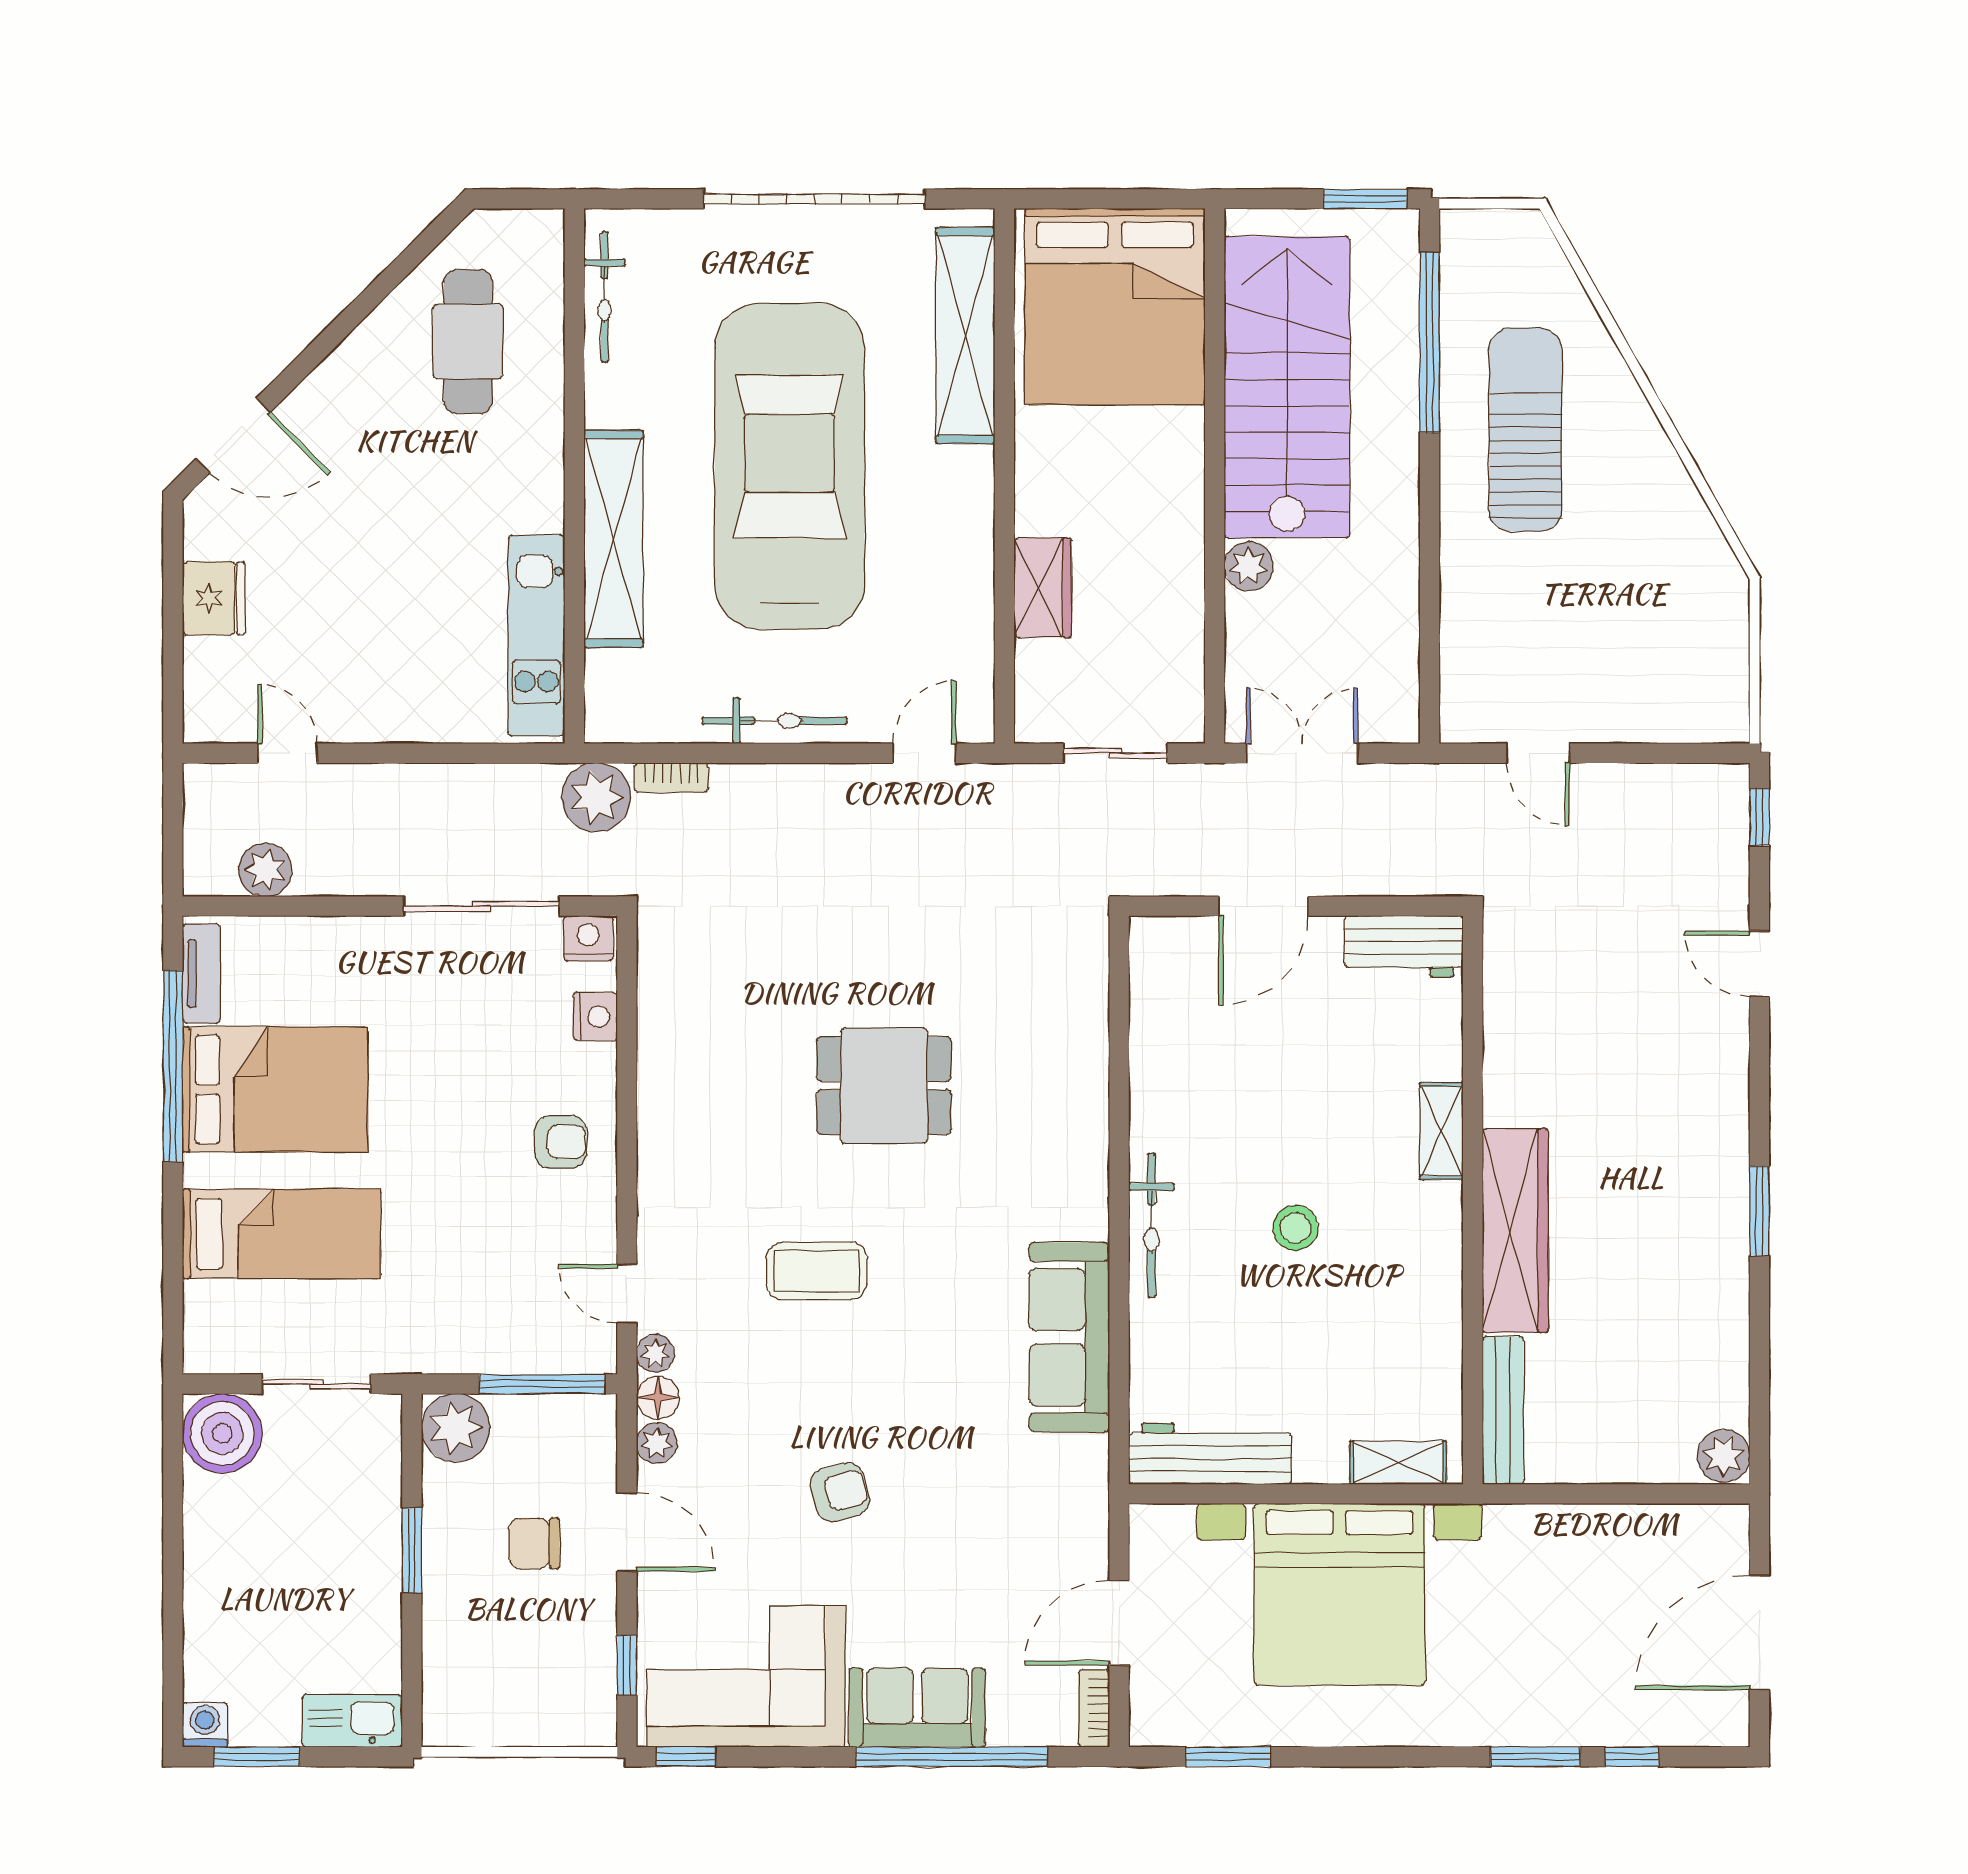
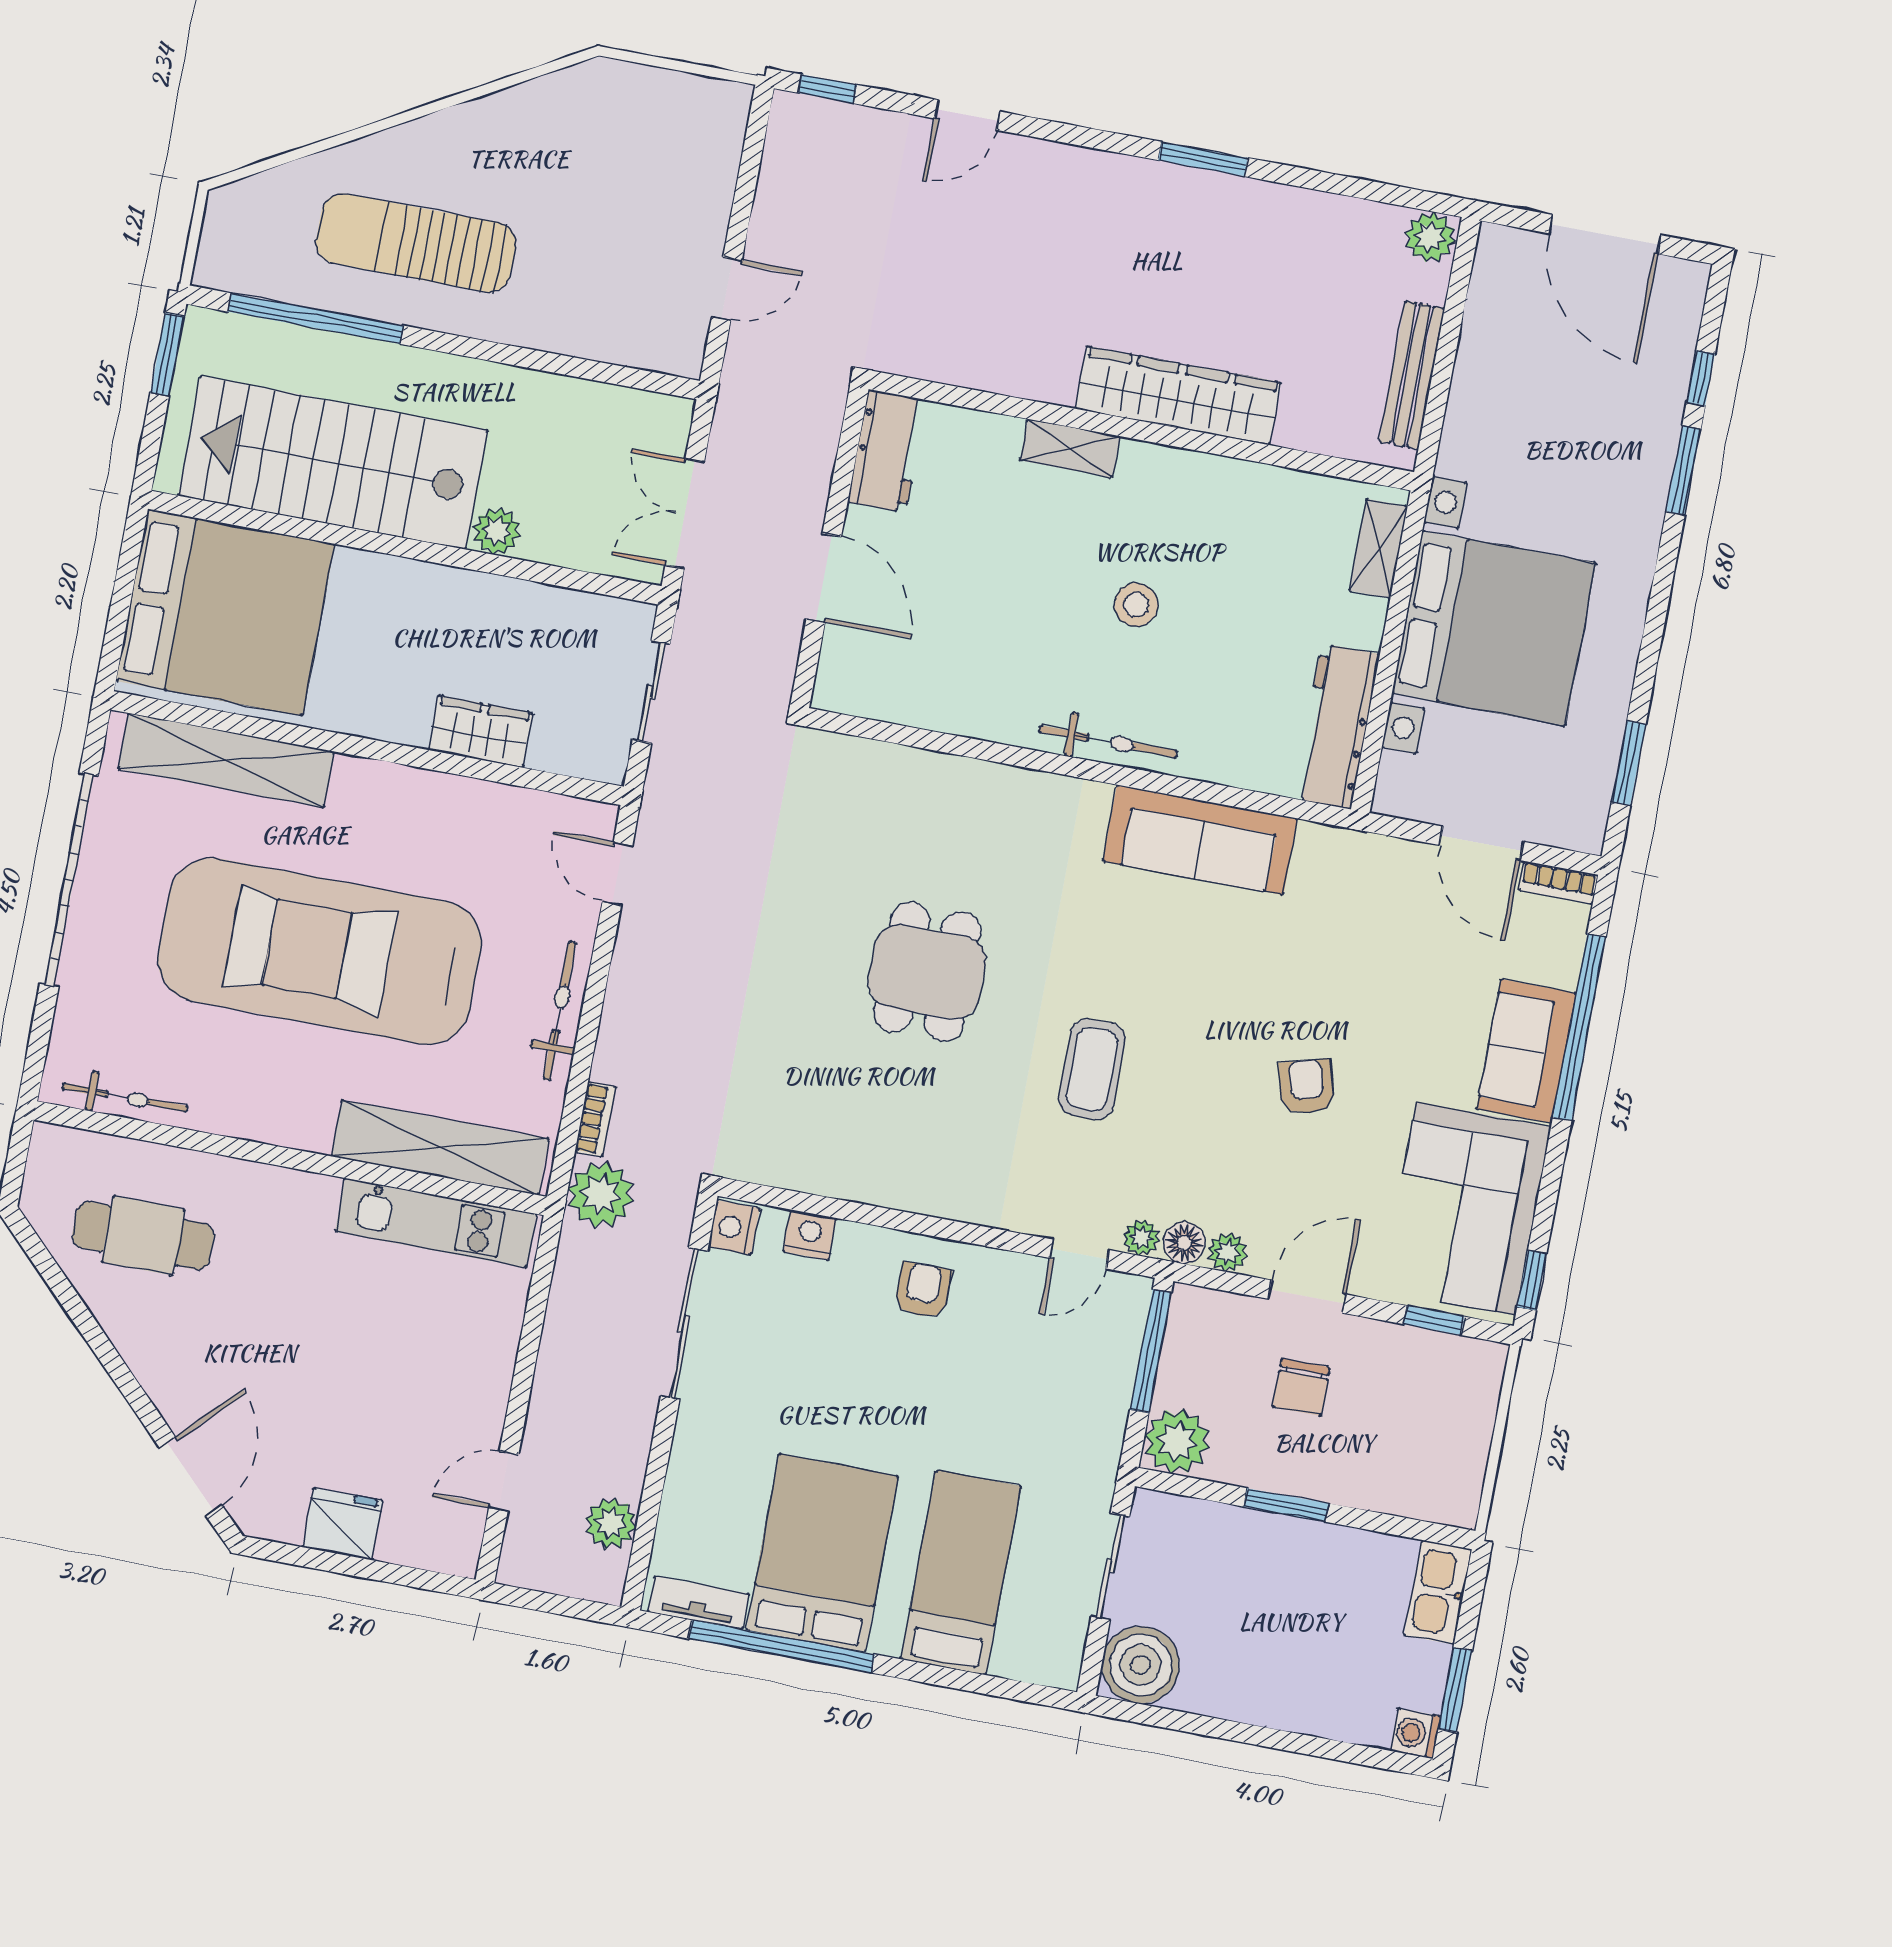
shelving: (613, 539) -> (440, 1148), moved
bench: (1503, 1410) -> (1412, 375), moved, turned 90

